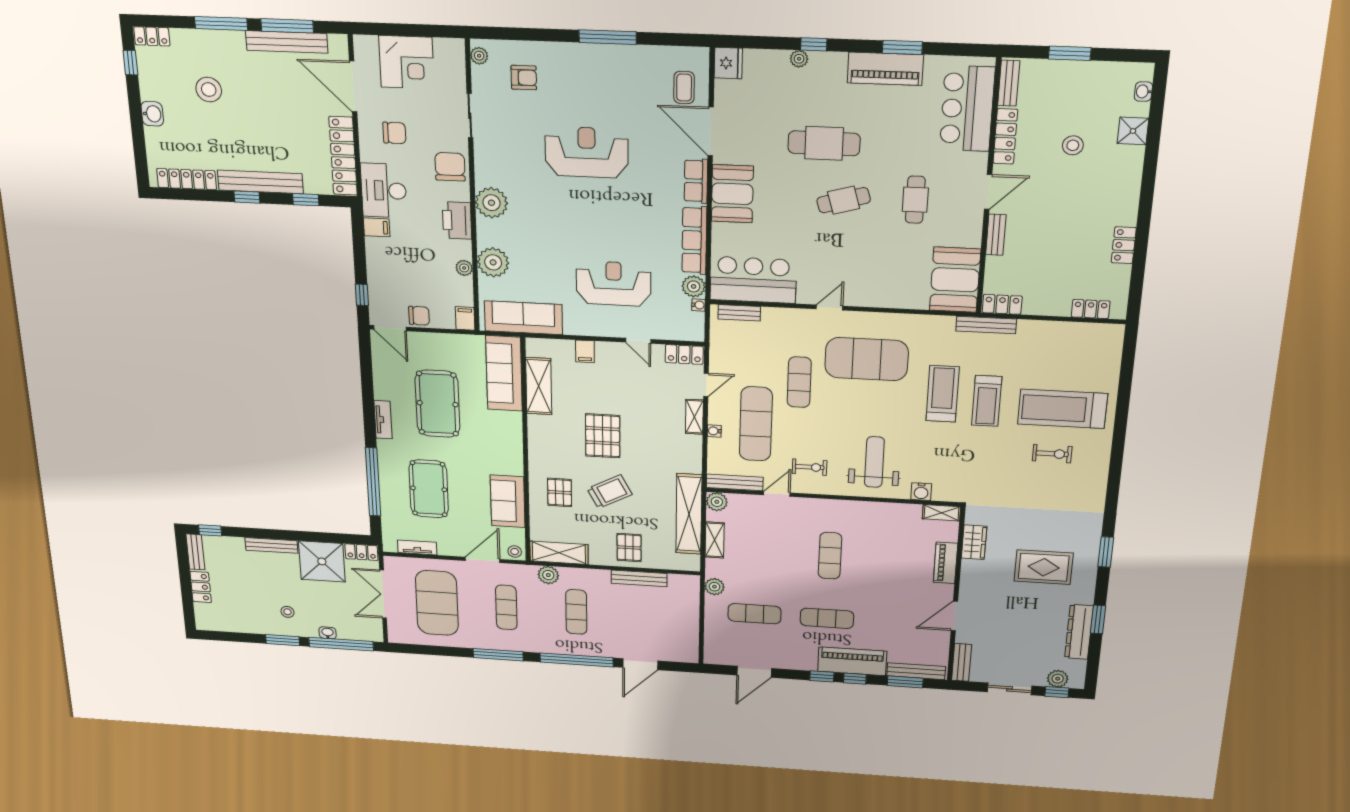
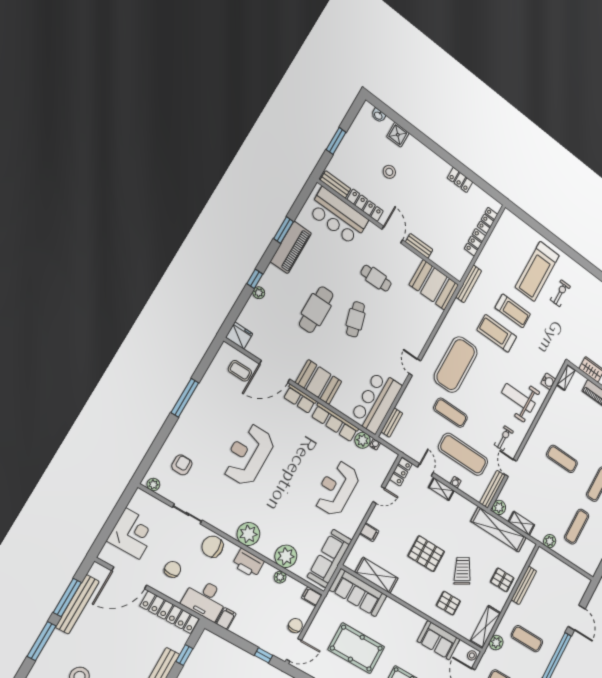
locker: (1002, 304) -> (475, 242), moved

